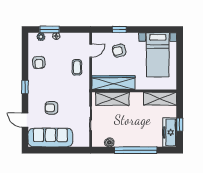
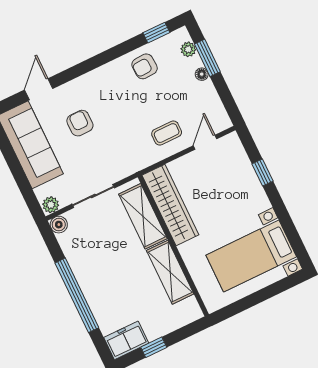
door: (91, 51) -> (205, 142), swing flipped
armchair: (119, 51) -> (228, 189), removed
window: (25, 87) -> (156, 33), moved
shelving: (160, 99) -> (170, 272), moved
freezer: (170, 132) -> (126, 340), width x0.71
plant: (85, 142) -> (51, 205), added
boiler: (109, 142) -> (59, 225), moved

